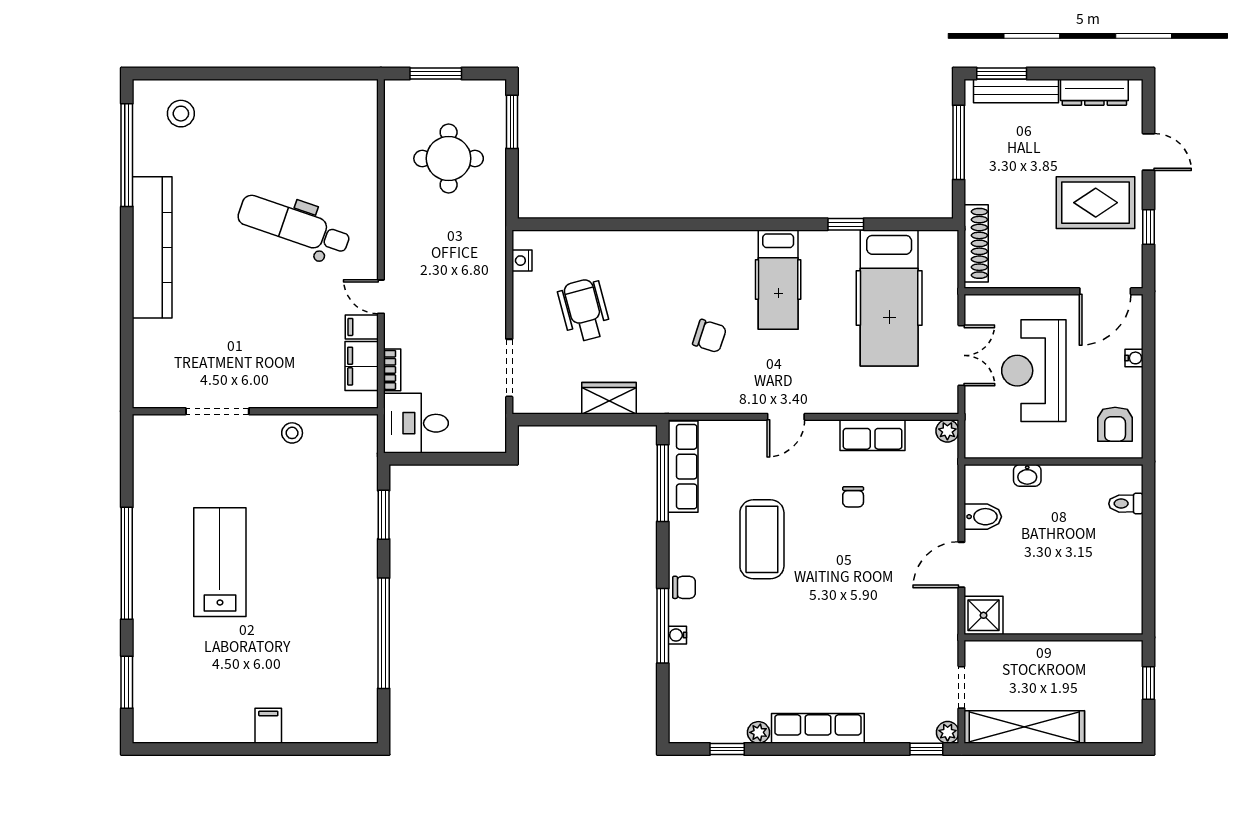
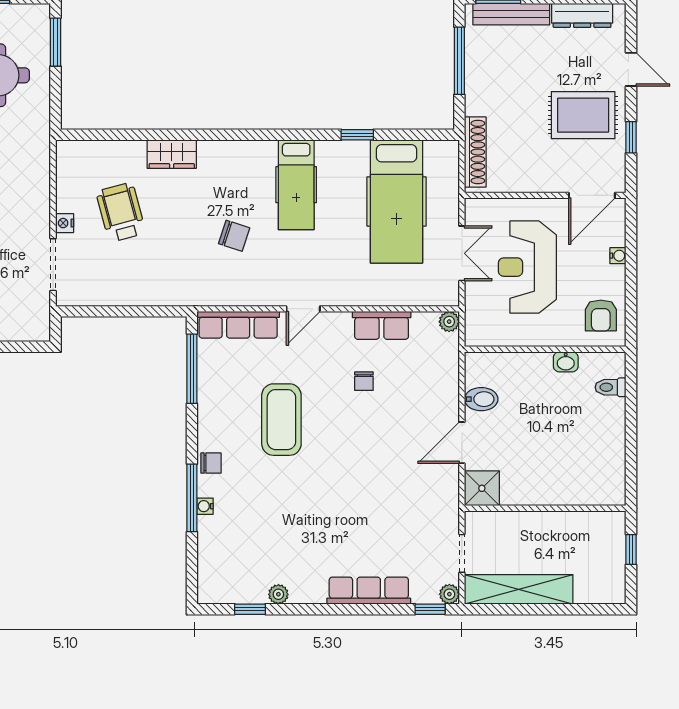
nightstand: (522, 261) -> (65, 223), moved
wardrobe: (609, 398) -> (172, 154), moved, turned 180
row of seats: (683, 467) -> (238, 325), moved, turned 90
washbasin: (1027, 475) -> (566, 362), moved
row of seats: (818, 728) -> (369, 591), moved

